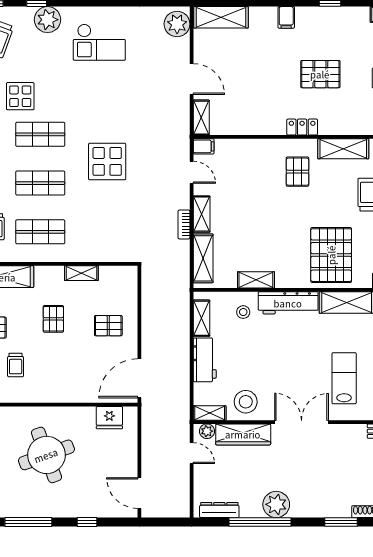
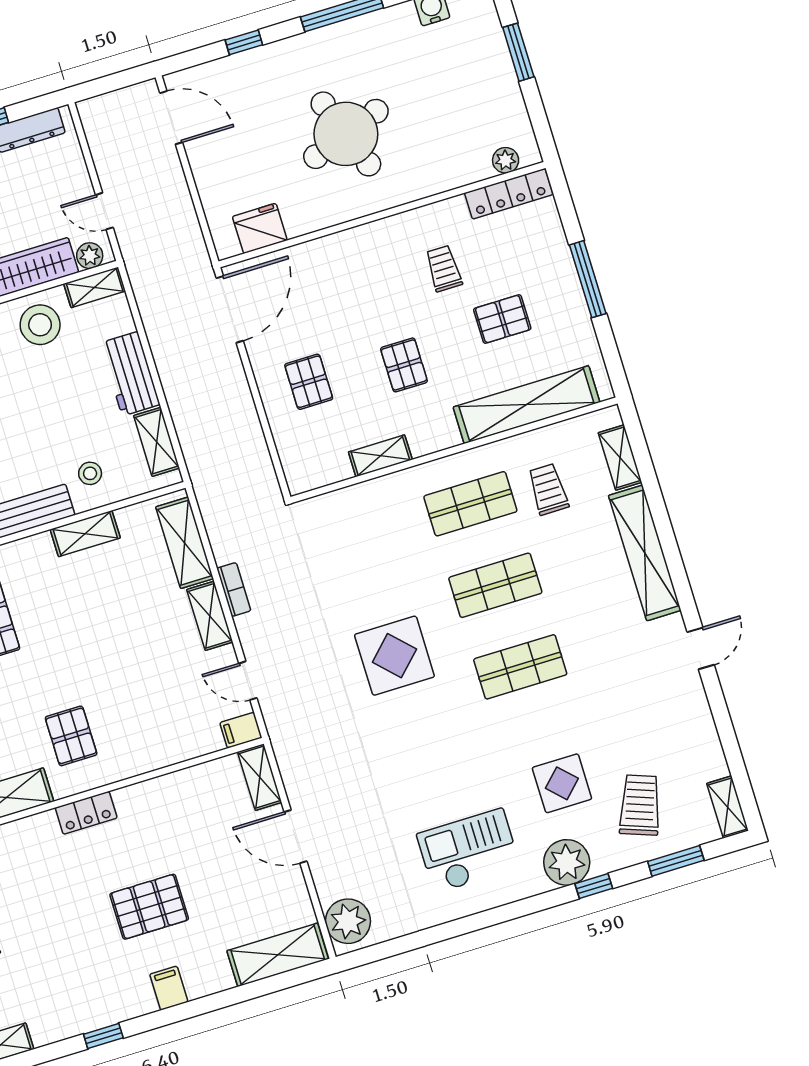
pallet: (320, 74) -> (149, 907), moved
display table: (20, 96) -> (562, 783), moved
pallet: (108, 326) -> (309, 382), turned 90

